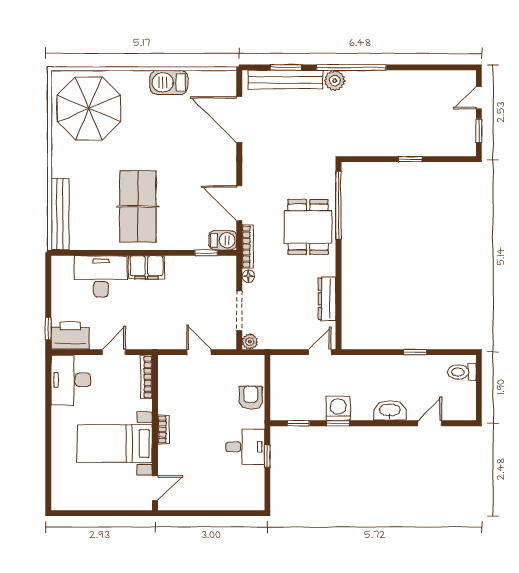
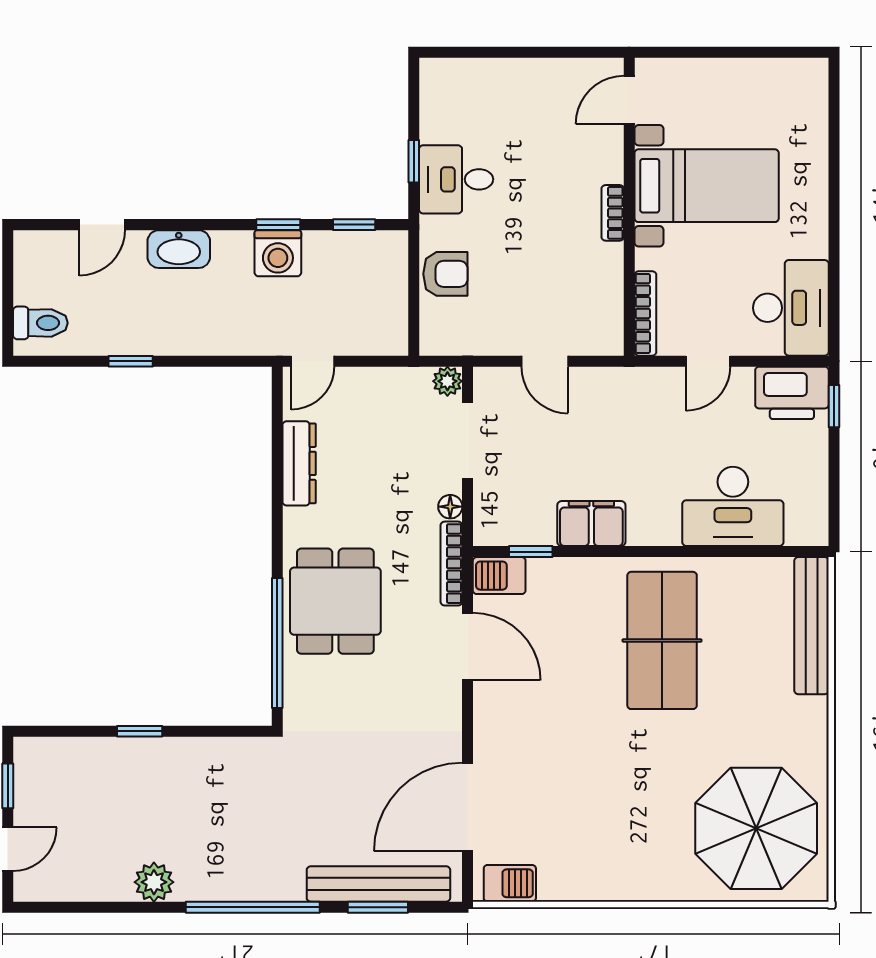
plant: (335, 80) -> (154, 882), moved
barbecue: (169, 82) -> (510, 883), moved, width x0.73, depth x0.79
door: (239, 120) -> (468, 807), swing flipped
filing cabinet: (146, 267) -> (591, 524), moved
armchair: (251, 398) -> (445, 274), turned -90

